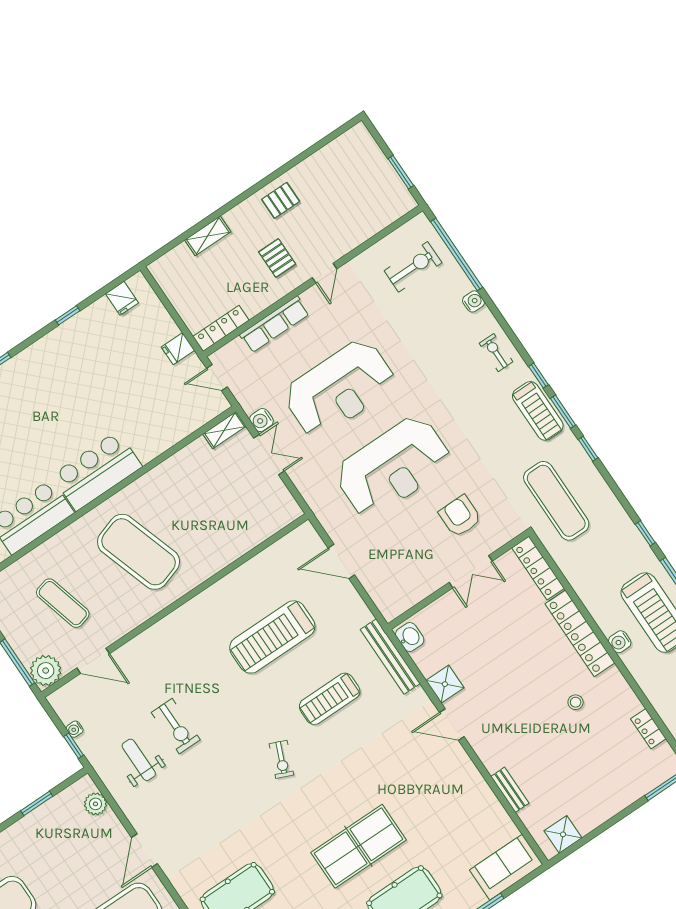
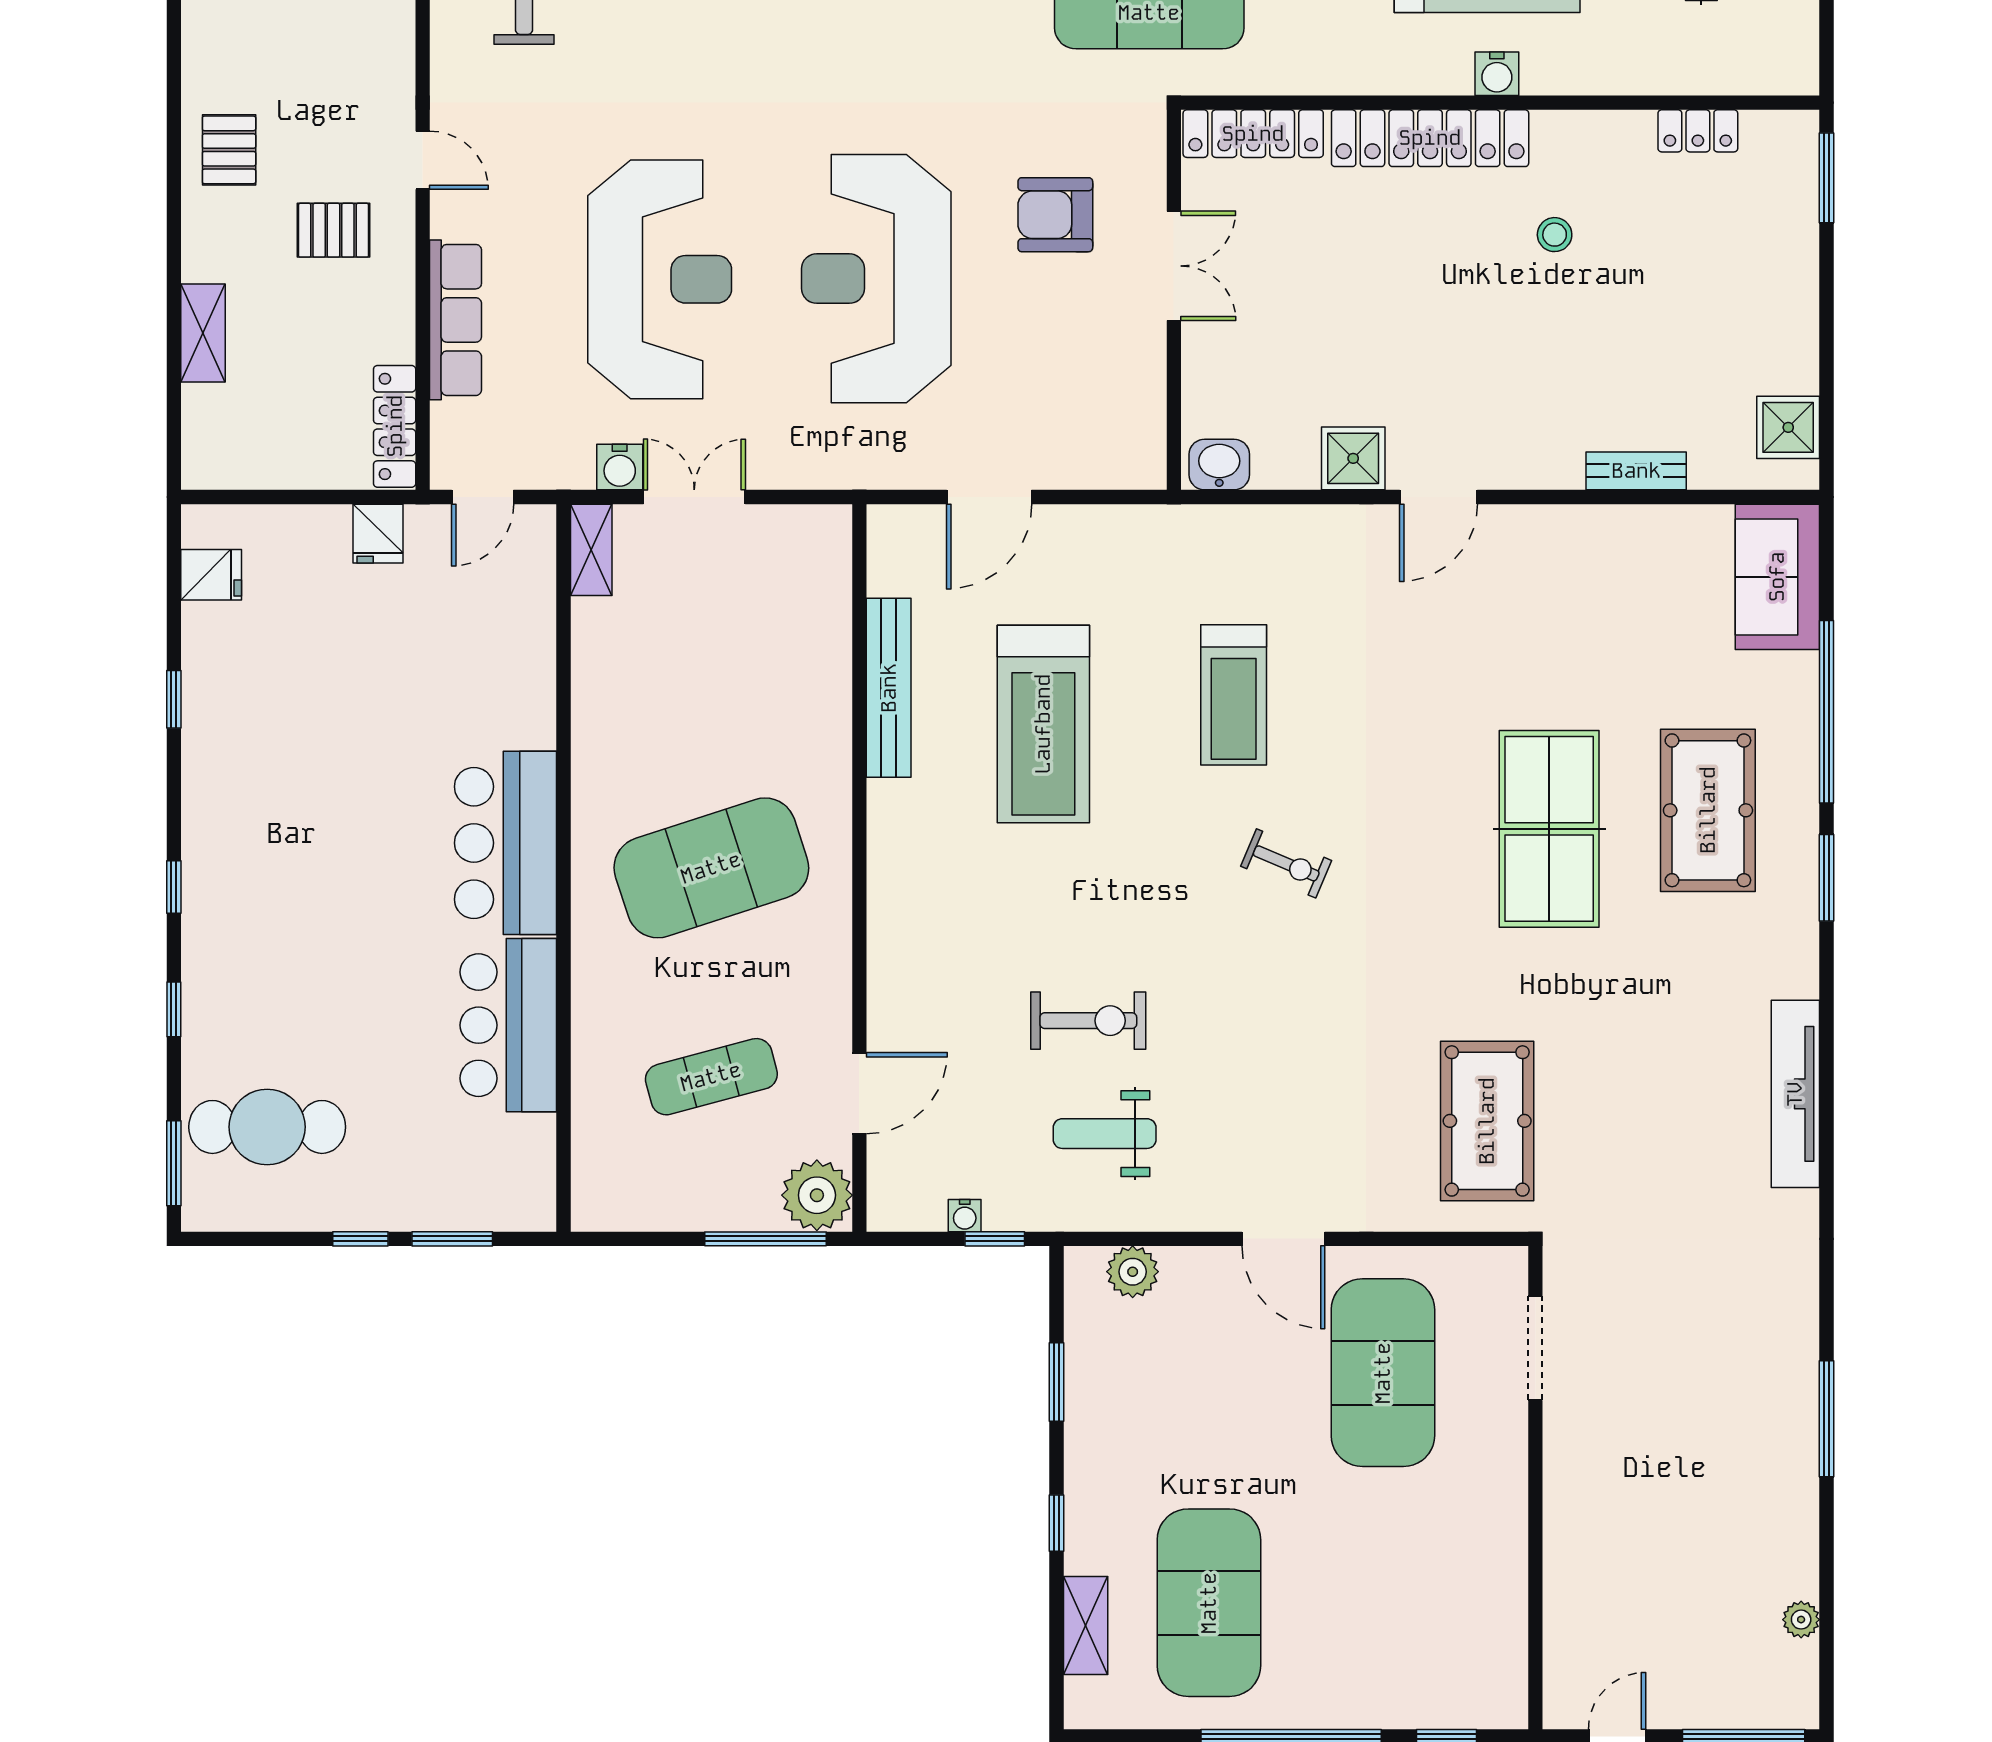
reception desk: (393, 467) -> (876, 279), turned 180
bench: (390, 657) -> (889, 688), moved, turned 90

